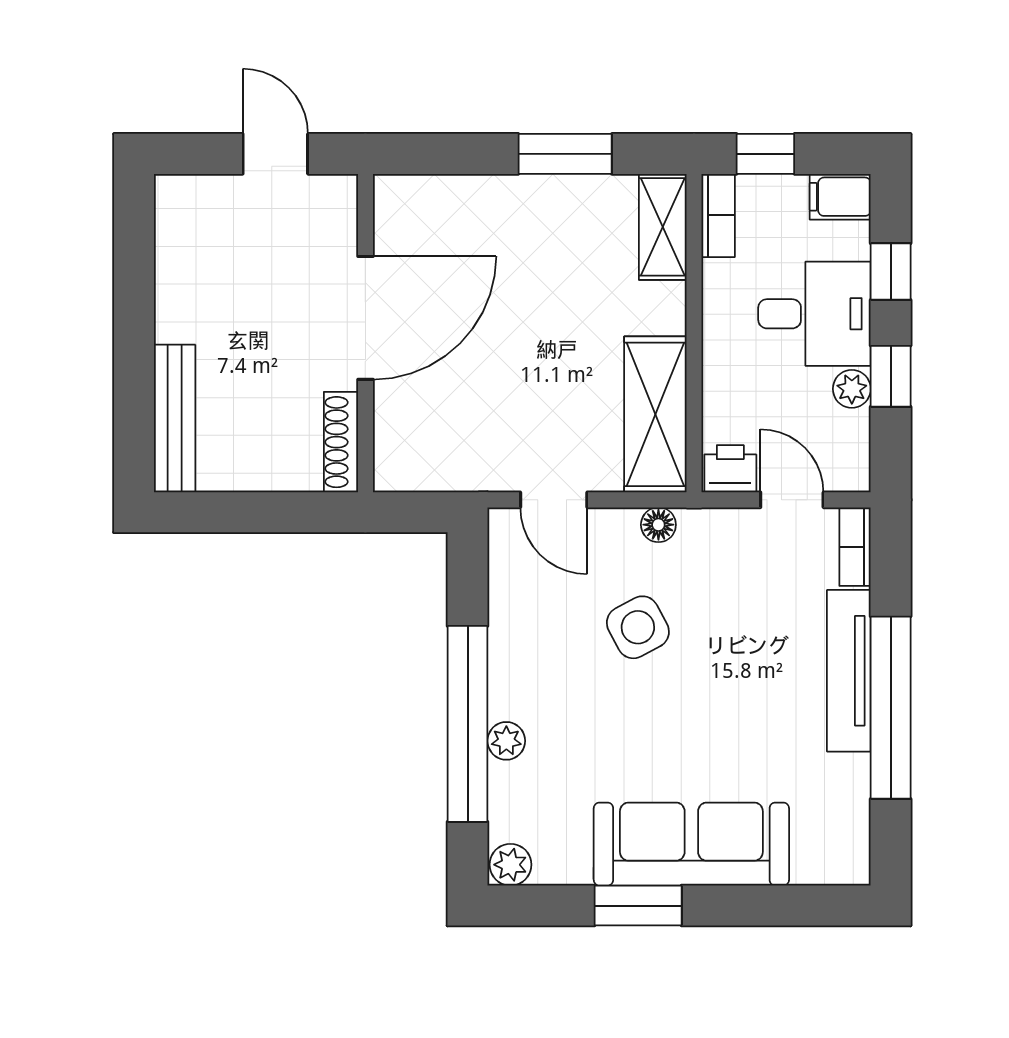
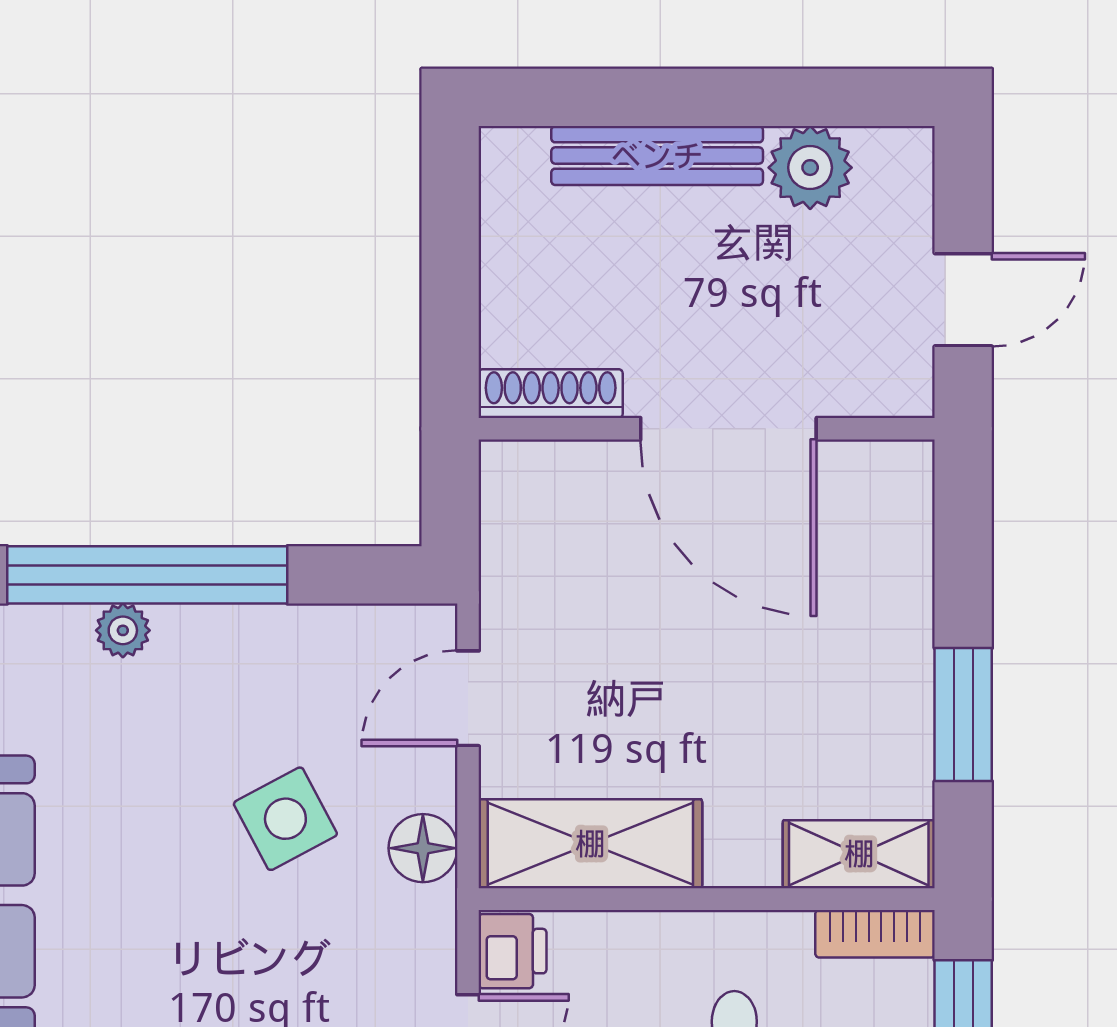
plant: (183, 261) -> (810, 168), added
bench: (175, 419) -> (657, 156), moved
floor lamp: (658, 525) -> (423, 848), width x1.37, depth x1.37

